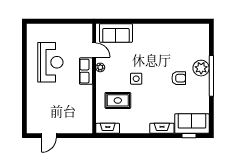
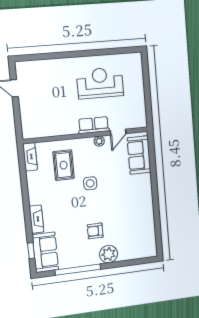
reception desk: (50, 62) -> (100, 83), turned 180
window: (211, 76) -> (78, 270), moved
armchair: (179, 78) -> (95, 231), turned 90

